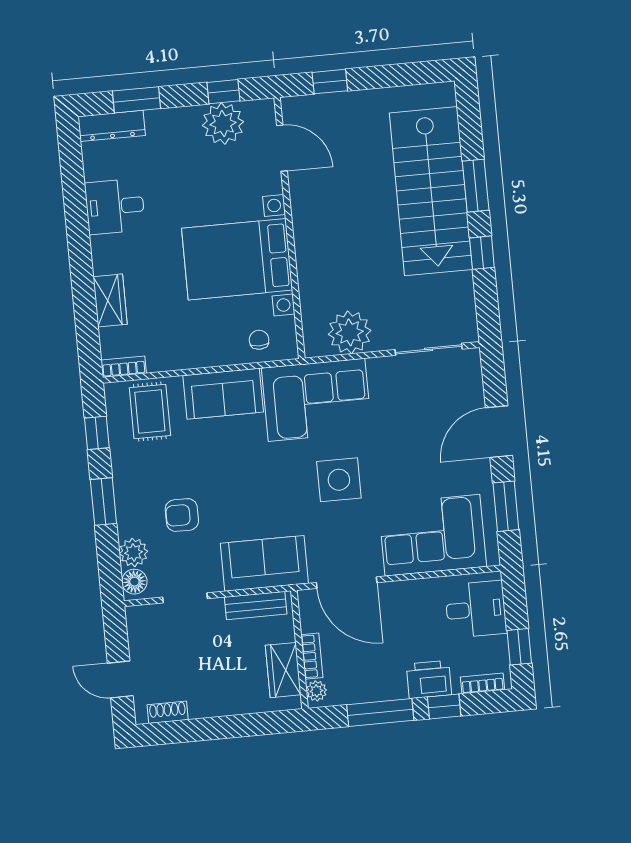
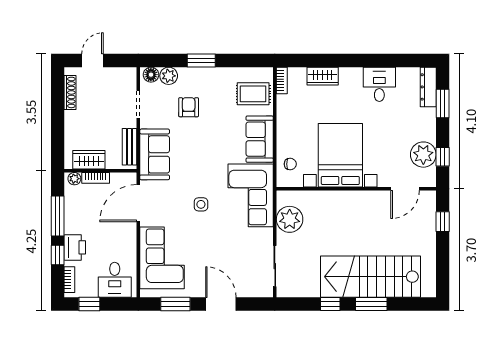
window: (97, 433) -> (243, 60), removed
side table: (339, 480) -> (201, 204), width x0.54, depth x0.54
shoe rack: (168, 712) -> (70, 92), width x1.43

